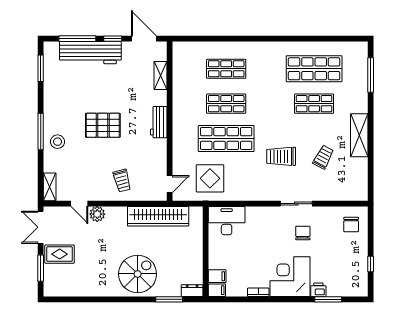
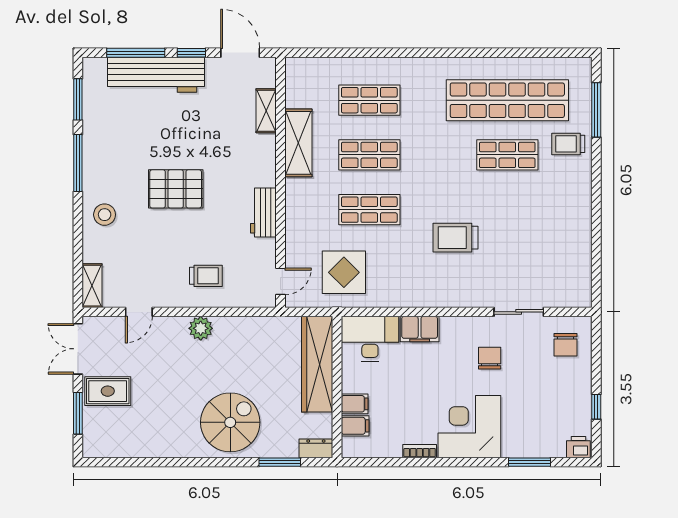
shop shelf: (314, 69) -> (507, 100), width x1.40
workbench: (159, 122) -> (263, 212), moved
window: (41, 131) -> (78, 163), moved
shelving: (359, 135) -> (298, 143), moved
shop shelf: (226, 138) -> (369, 210), width x0.70, depth x0.74
trolley: (323, 157) -> (568, 144), moved, turned -118
trolley: (122, 181) -> (206, 276), turned -75
door: (79, 204) -> (139, 312), hinge flipped
sliding door: (296, 204) -> (519, 312), moved
plant: (97, 214) -> (201, 328), moved
filing cabinet: (258, 215) -> (420, 329), added
wardrobe: (158, 216) -> (317, 364), moved, turned 90
filing cabinet: (217, 290) -> (355, 404), moved
printer: (318, 290) -> (578, 447), moved

